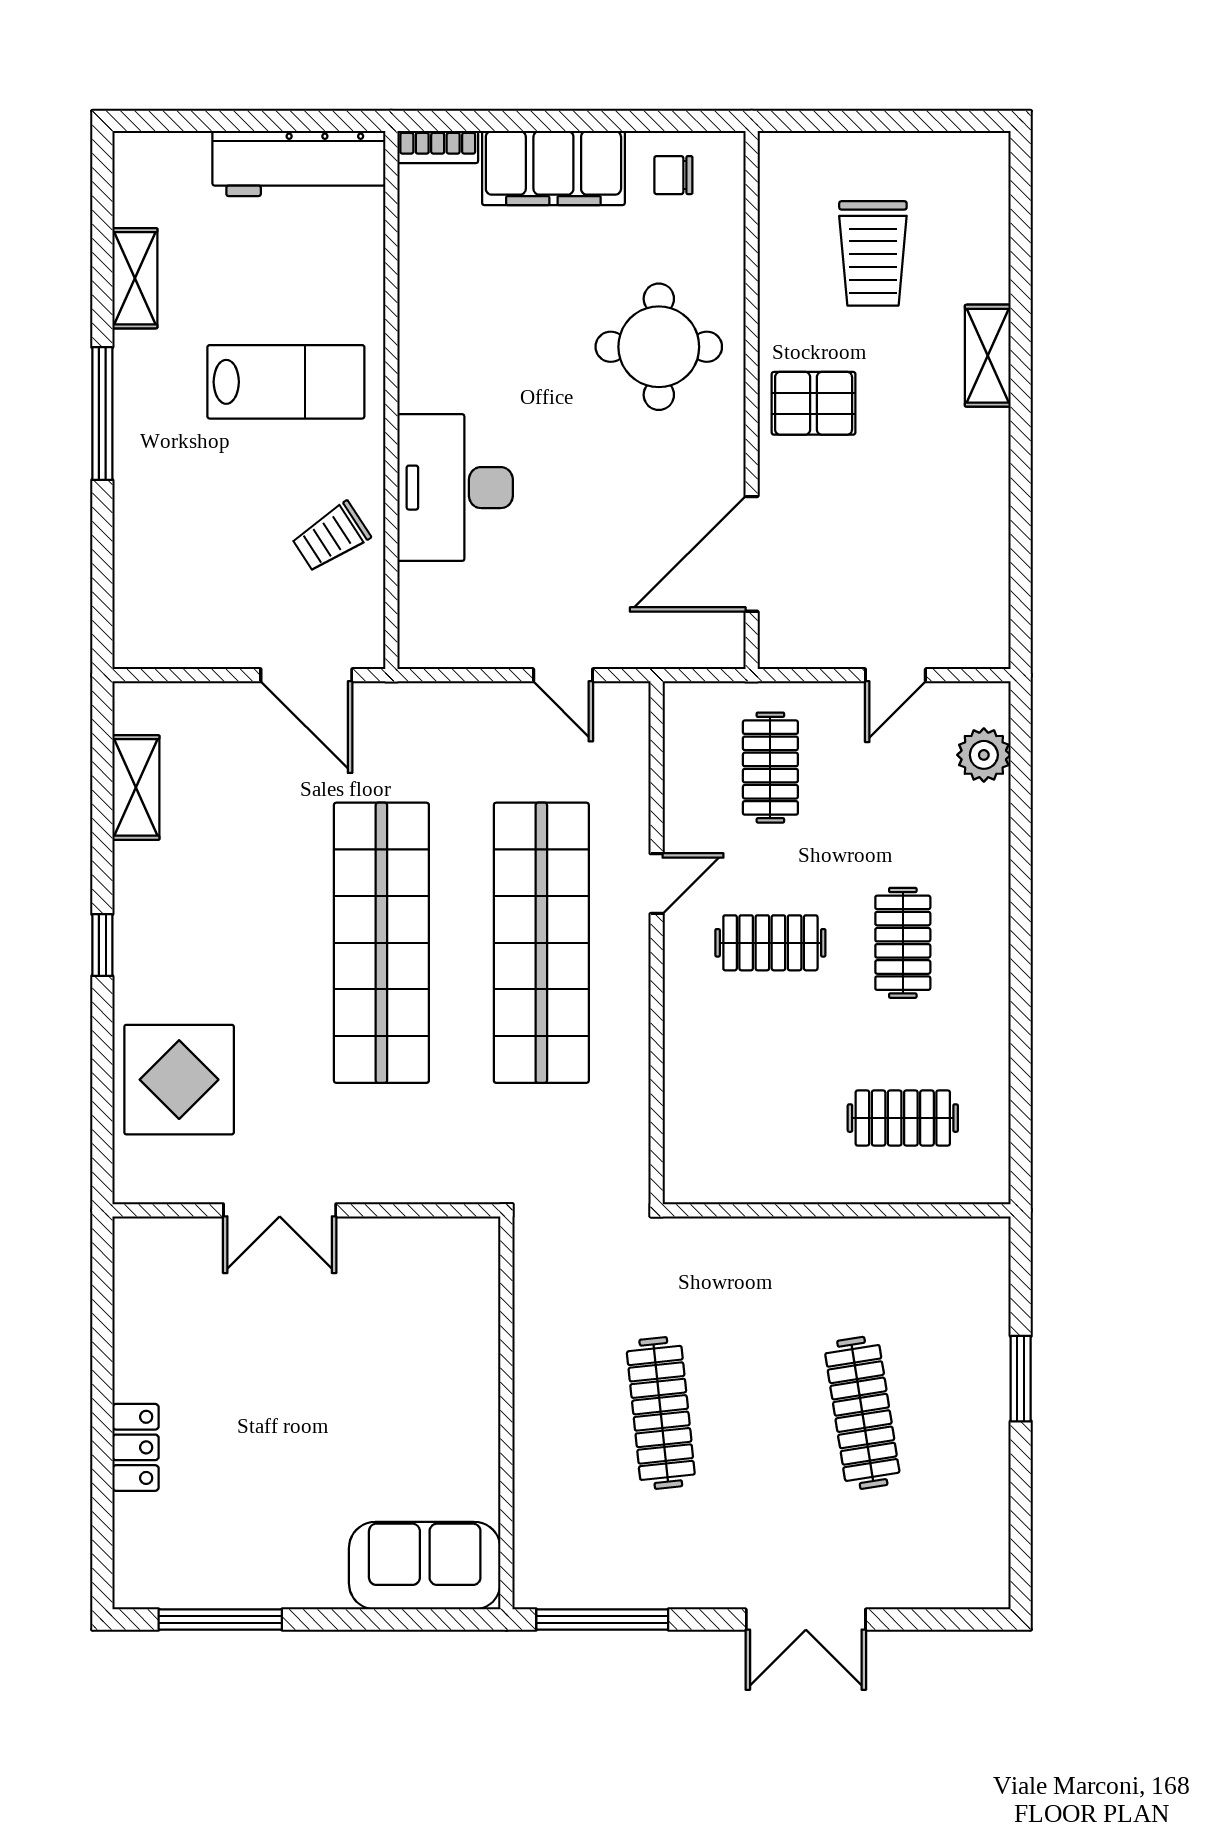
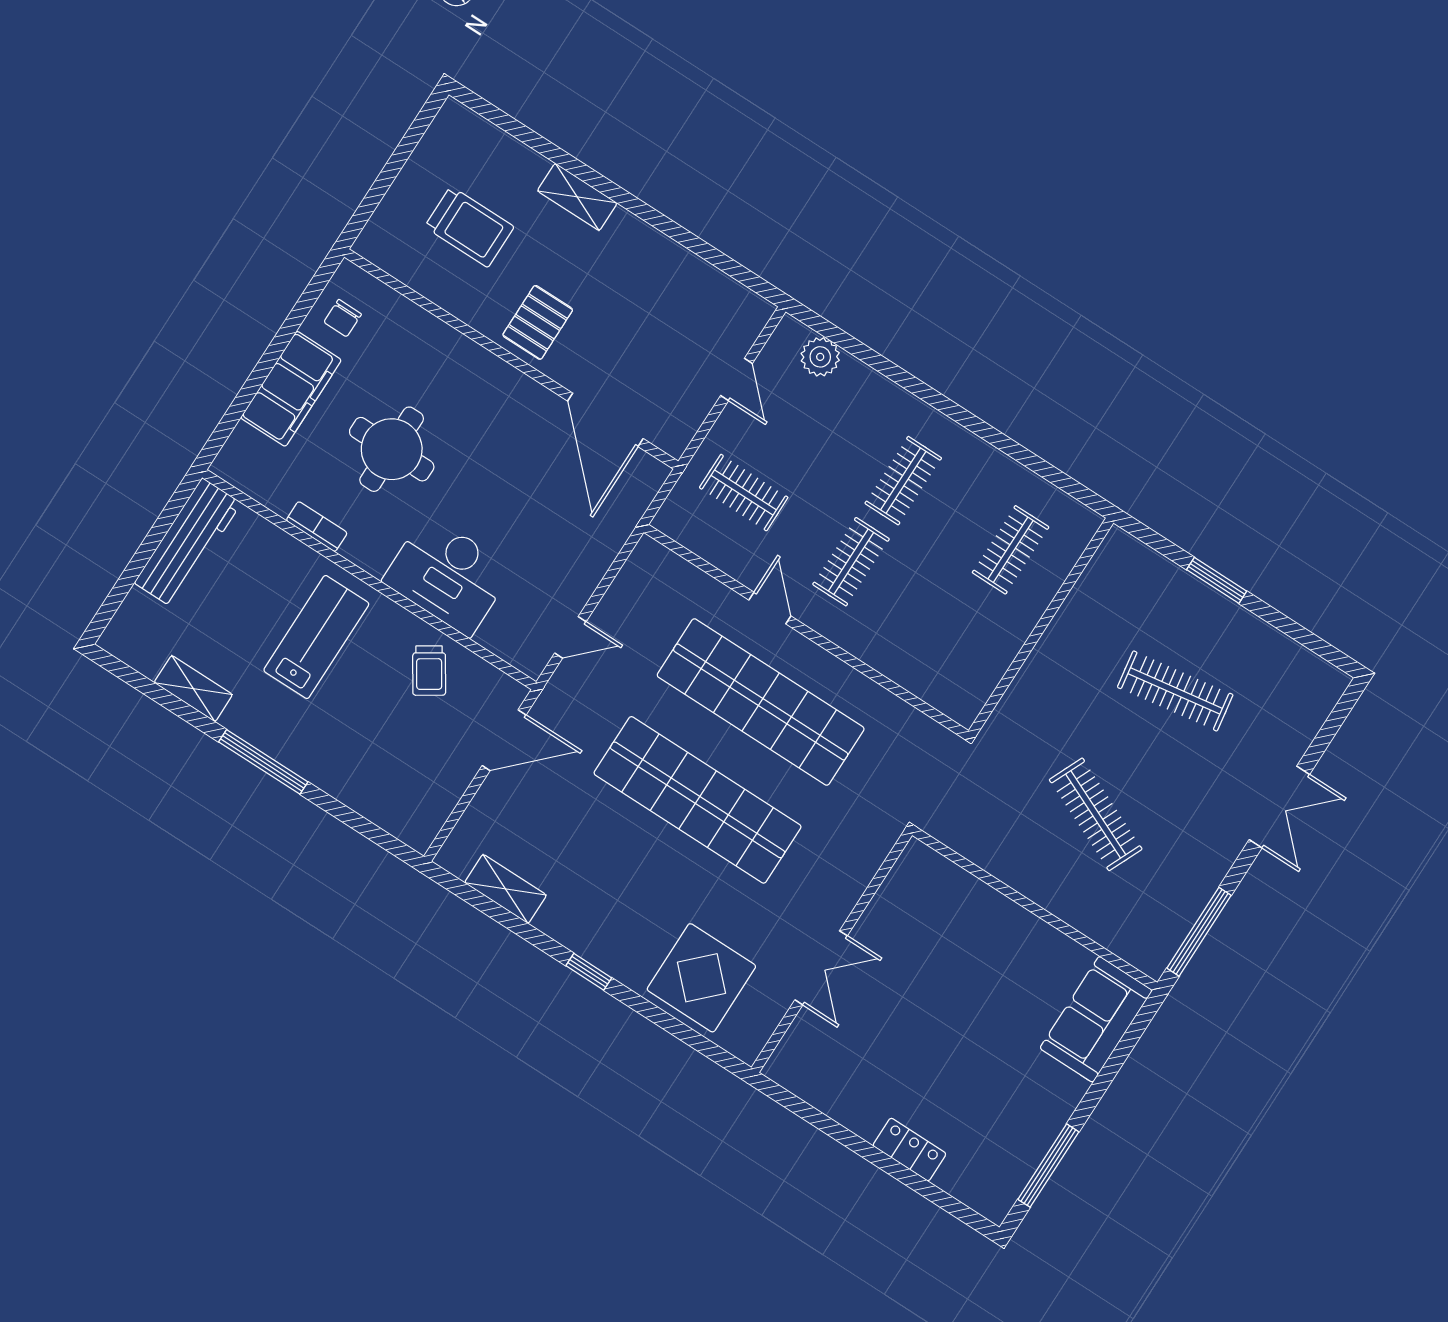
bookcase: (438, 147) -> (317, 527), moved, turned -90
round table: (659, 347) -> (392, 449), moved
door: (563, 675) -> (570, 637), moved
clothes rail: (903, 943) -> (903, 481), turned 90
clothes rail: (661, 1413) -> (1096, 814), turned 30

